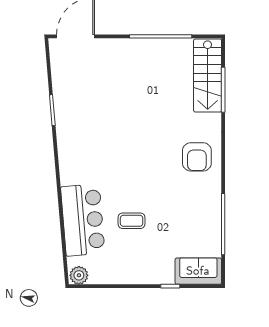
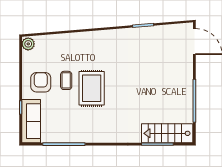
armchair: (197, 157) -> (41, 82), moved, turned 90
rug: (143, 184) -> (92, 88), added
bar counter: (83, 220) -> (67, 47), removed
sofa: (198, 271) -> (31, 121), width x1.36

